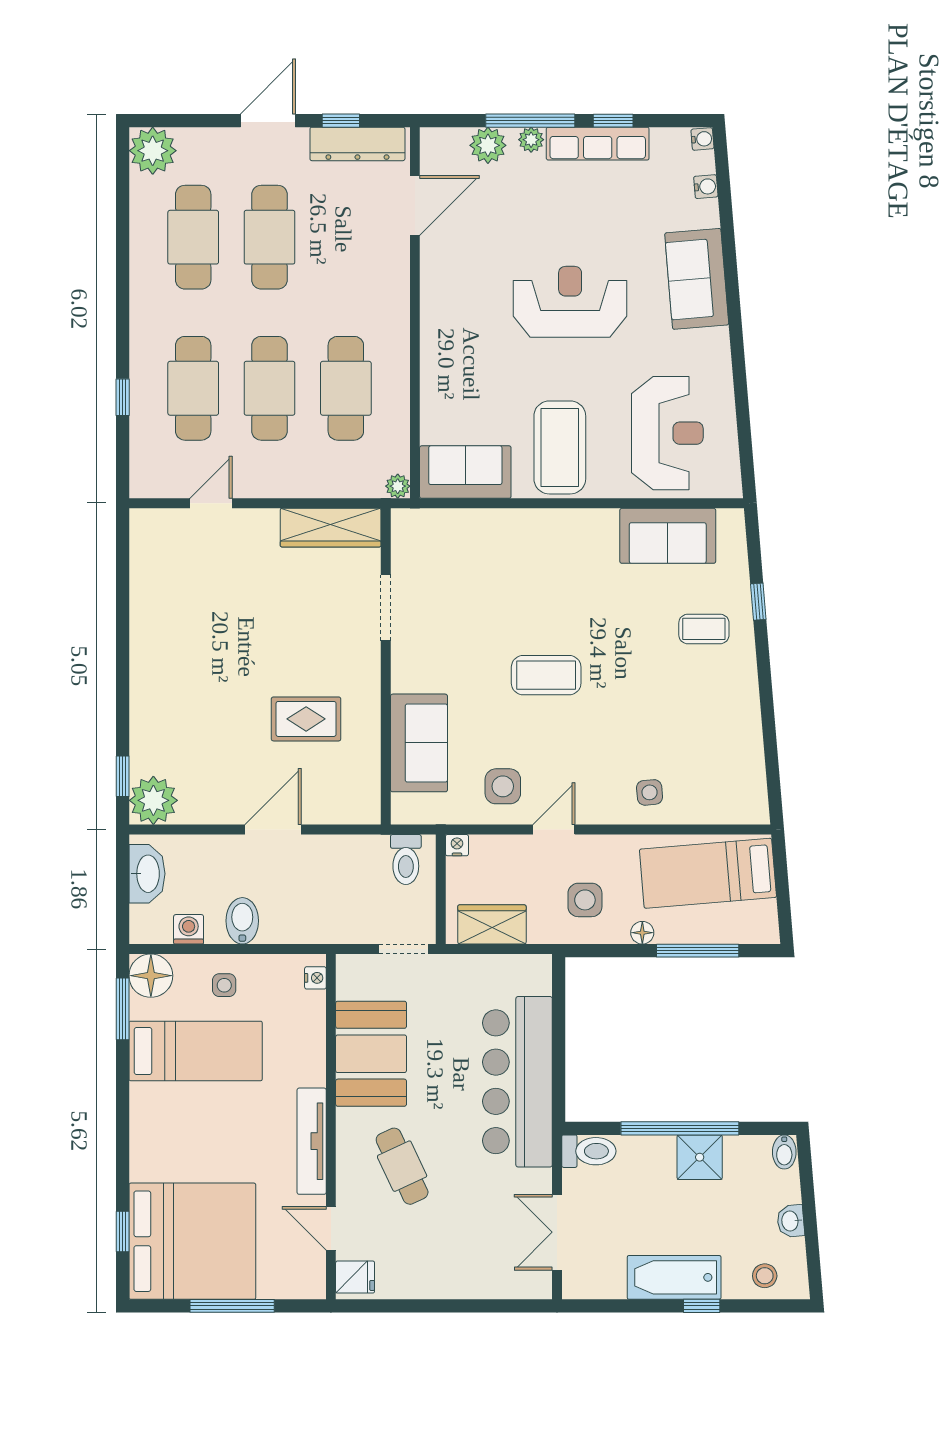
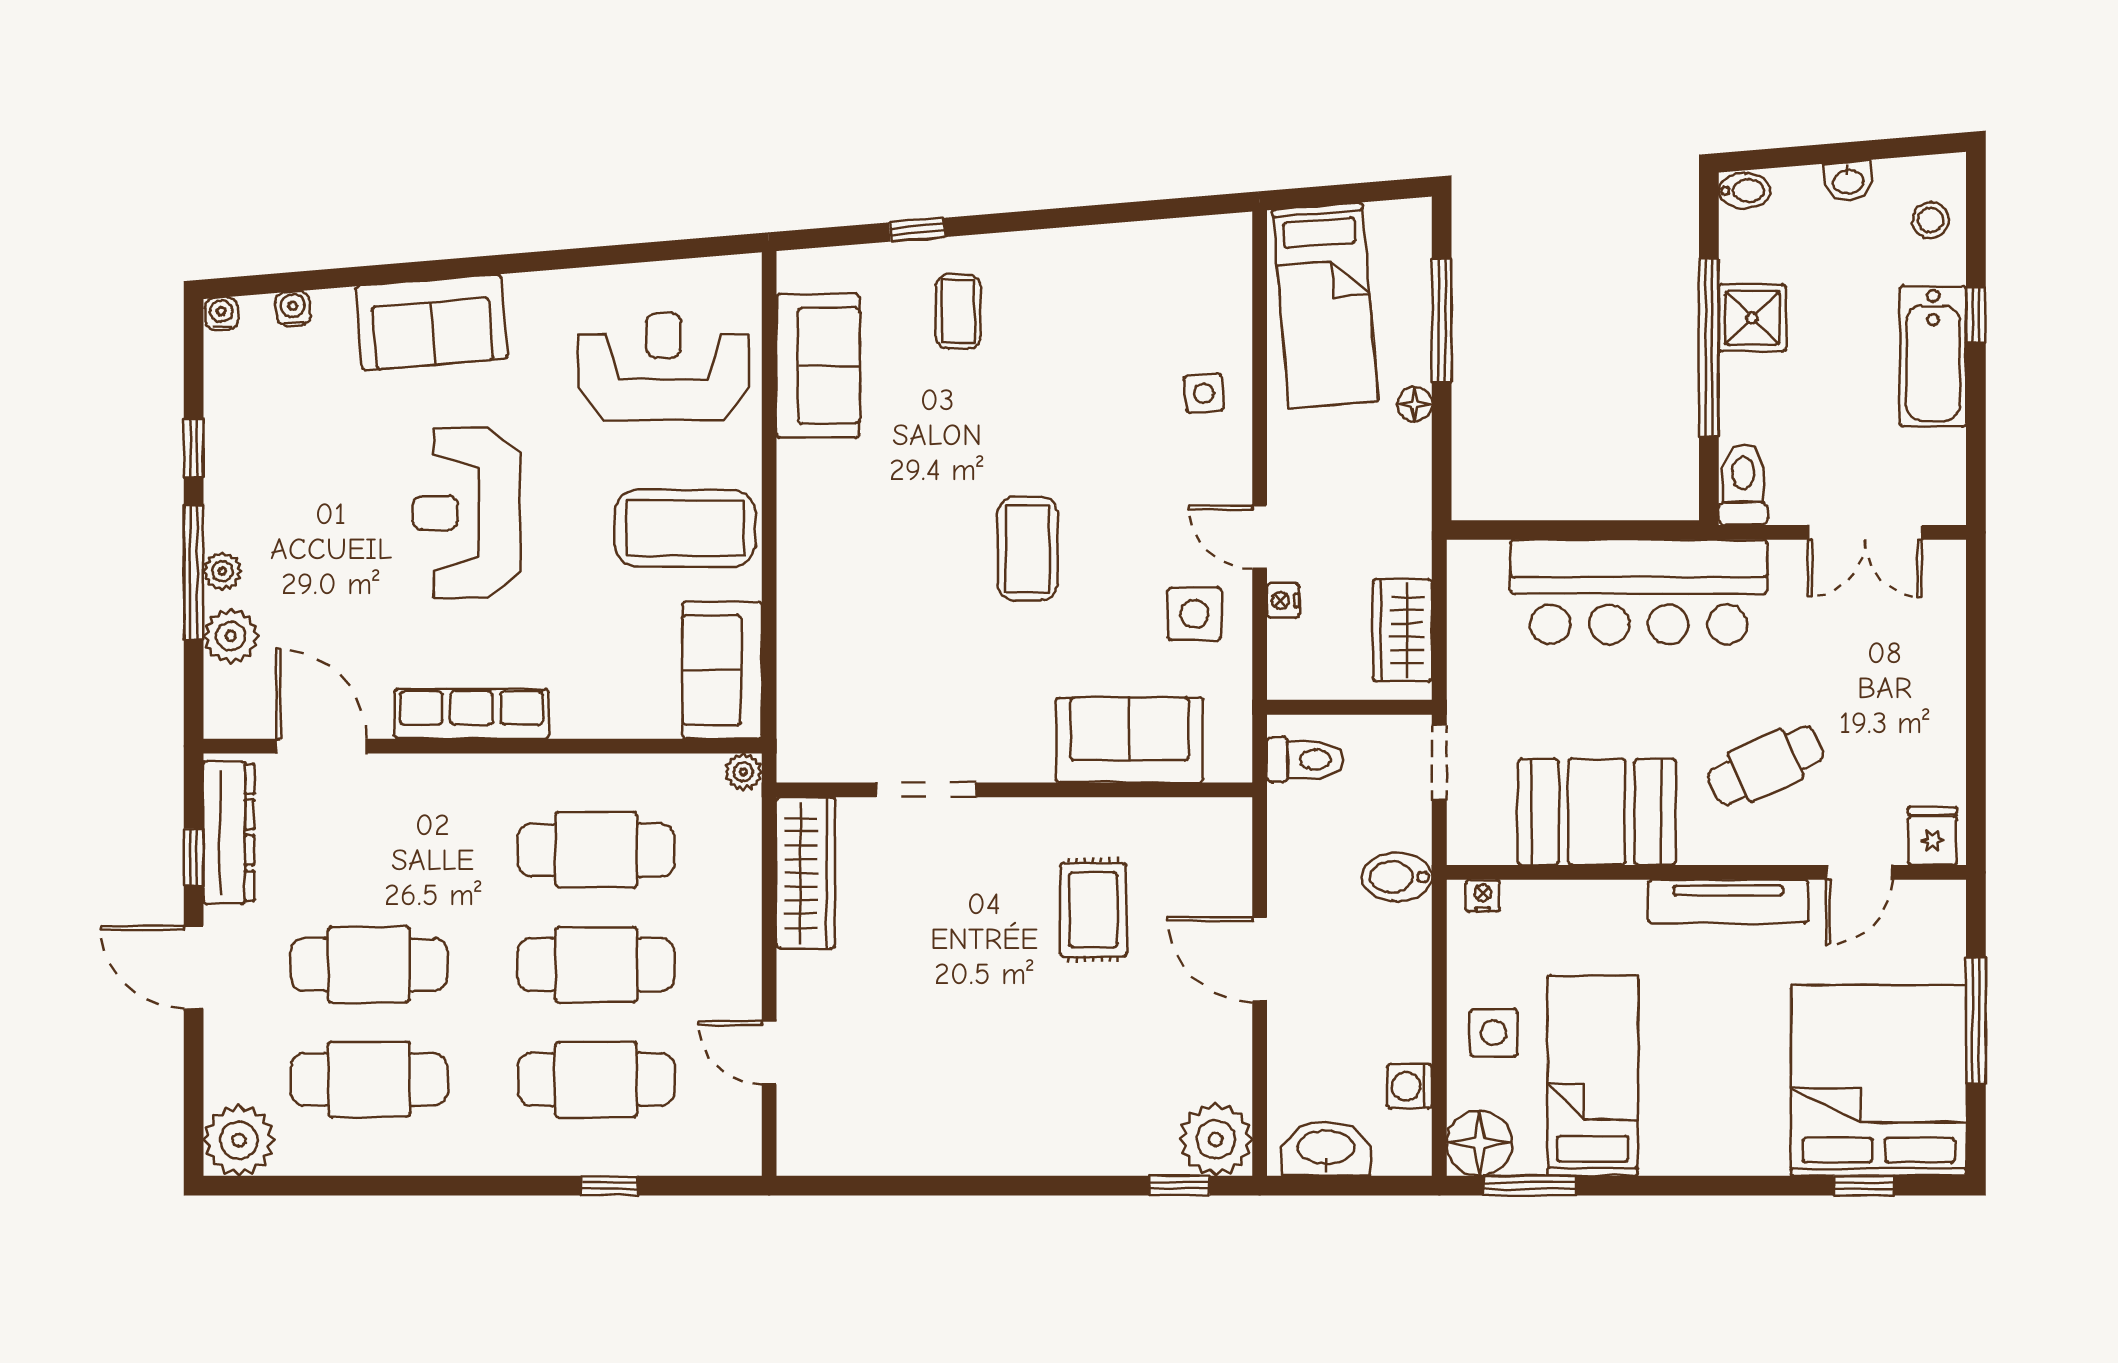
row of seats: (598, 144) -> (471, 714), moved, turned -90
nightstand: (457, 845) -> (1283, 600), moved
side table: (585, 900) -> (1365, 490), removed
bidet: (242, 921) -> (1397, 877), moved
side table: (224, 985) -> (1494, 1033), width x1.37, depth x1.37

